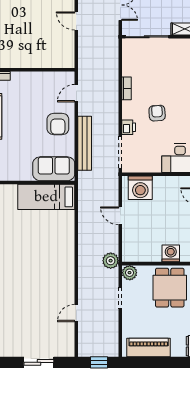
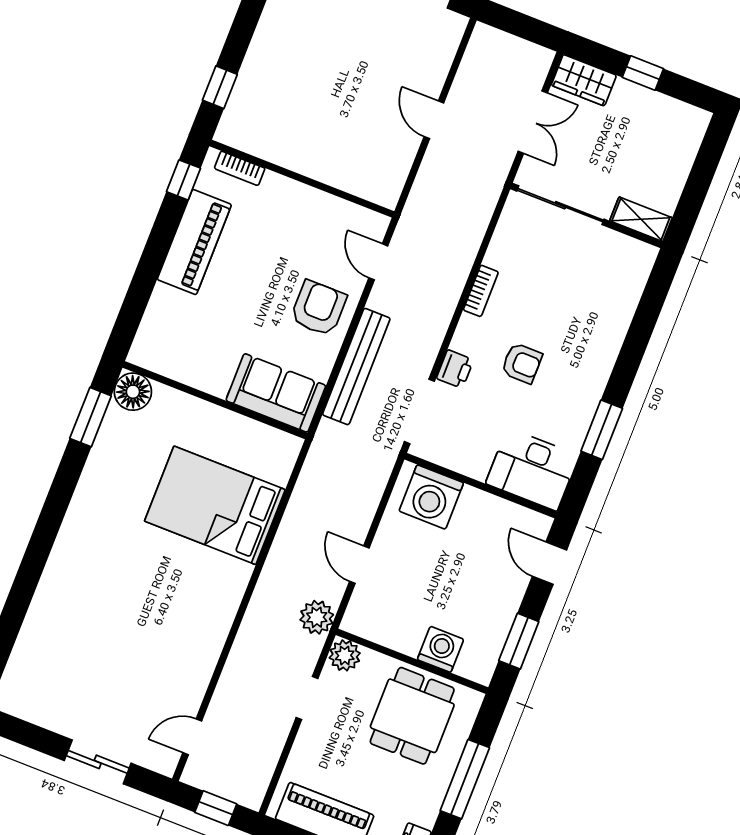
door: (76, 93) -> (378, 262), hinge flipped
armchair: (157, 113) -> (522, 363), turned 94
armchair: (58, 124) -> (318, 308), turned 180
bed: (46, 197) -> (215, 505), moved, width x1.50
door: (120, 216) -> (359, 565), moved
door: (76, 313) -> (192, 737), moved

